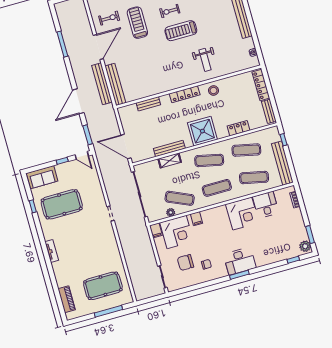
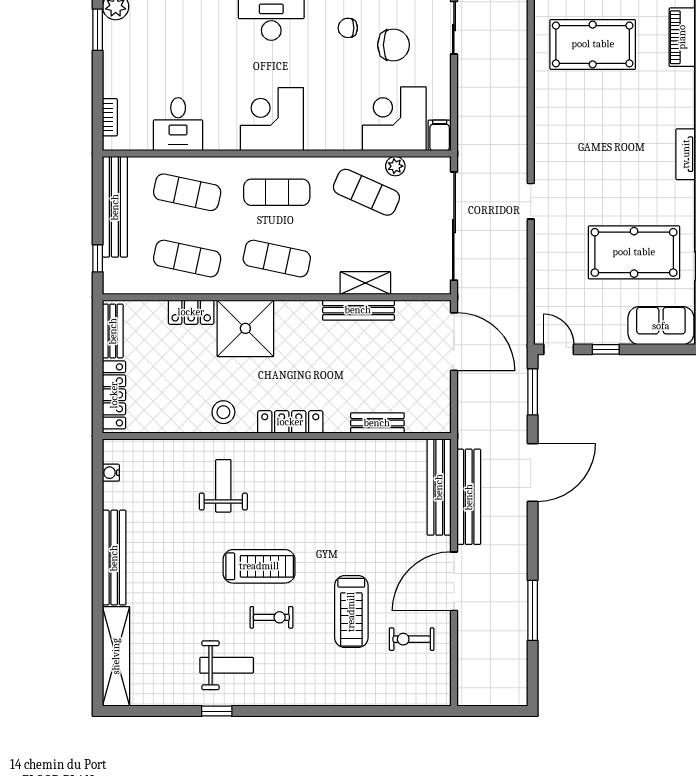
shower: (202, 131) -> (245, 328), moved
corner desk: (242, 213) -> (272, 119), moved
filing cabinet: (197, 219) -> (341, 136), removed

